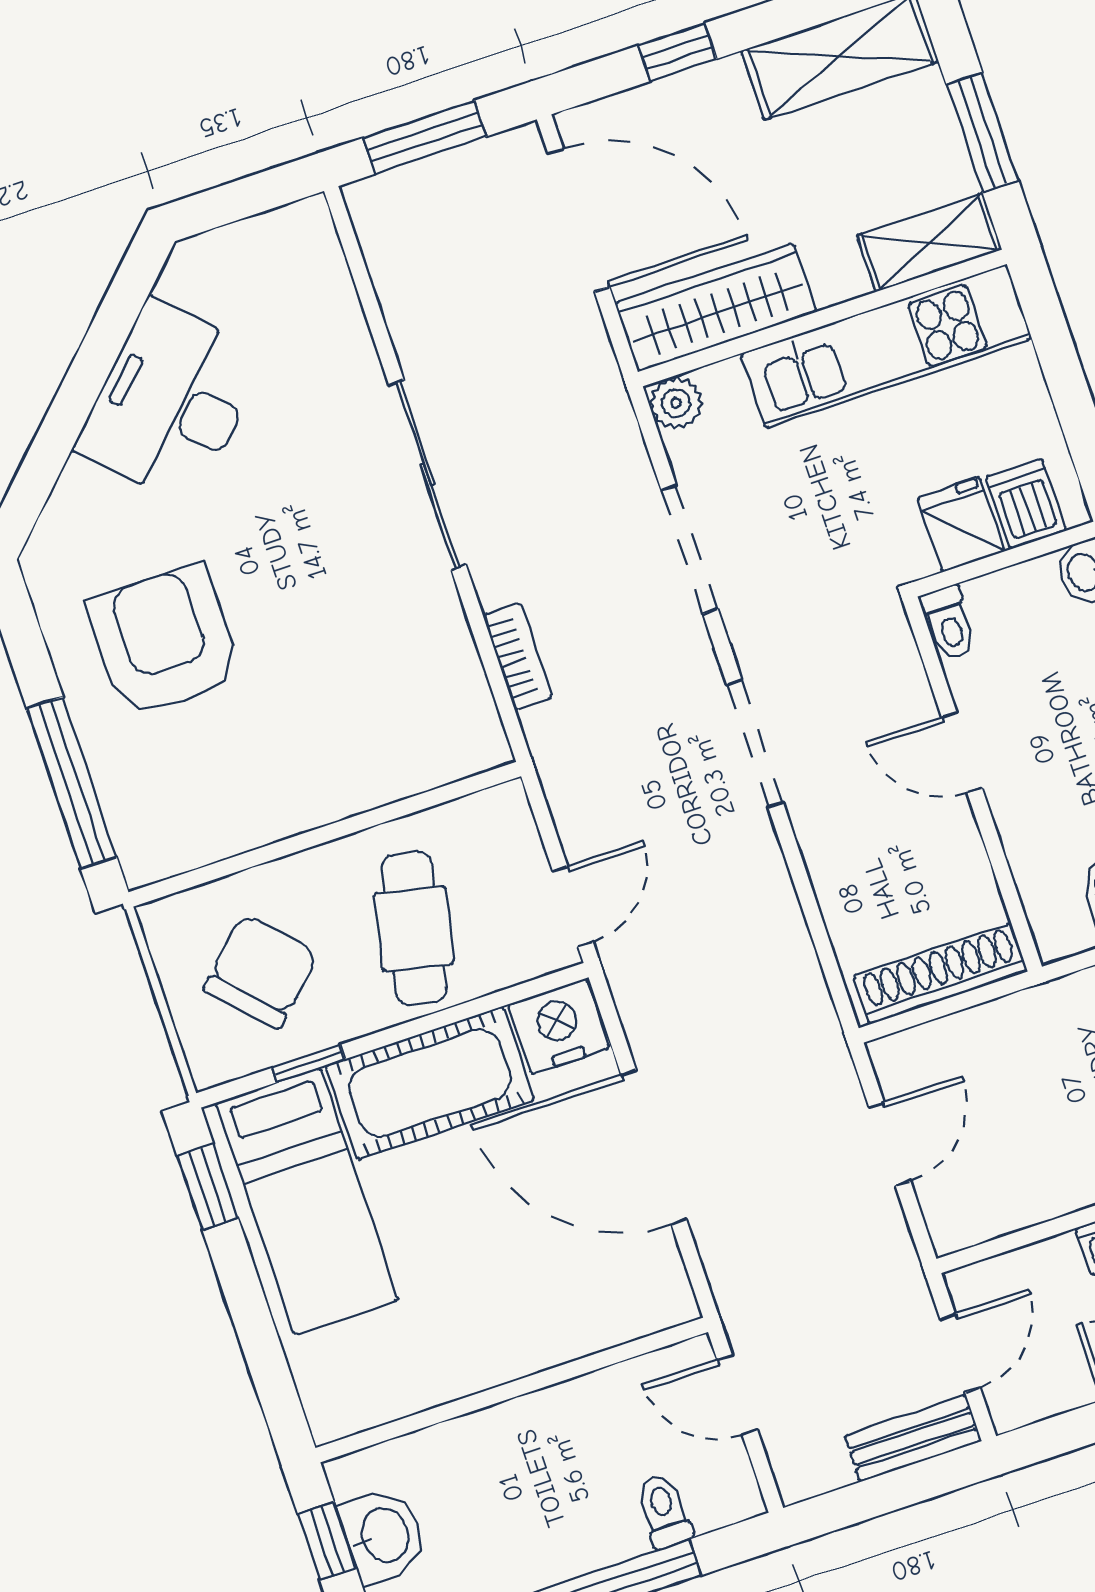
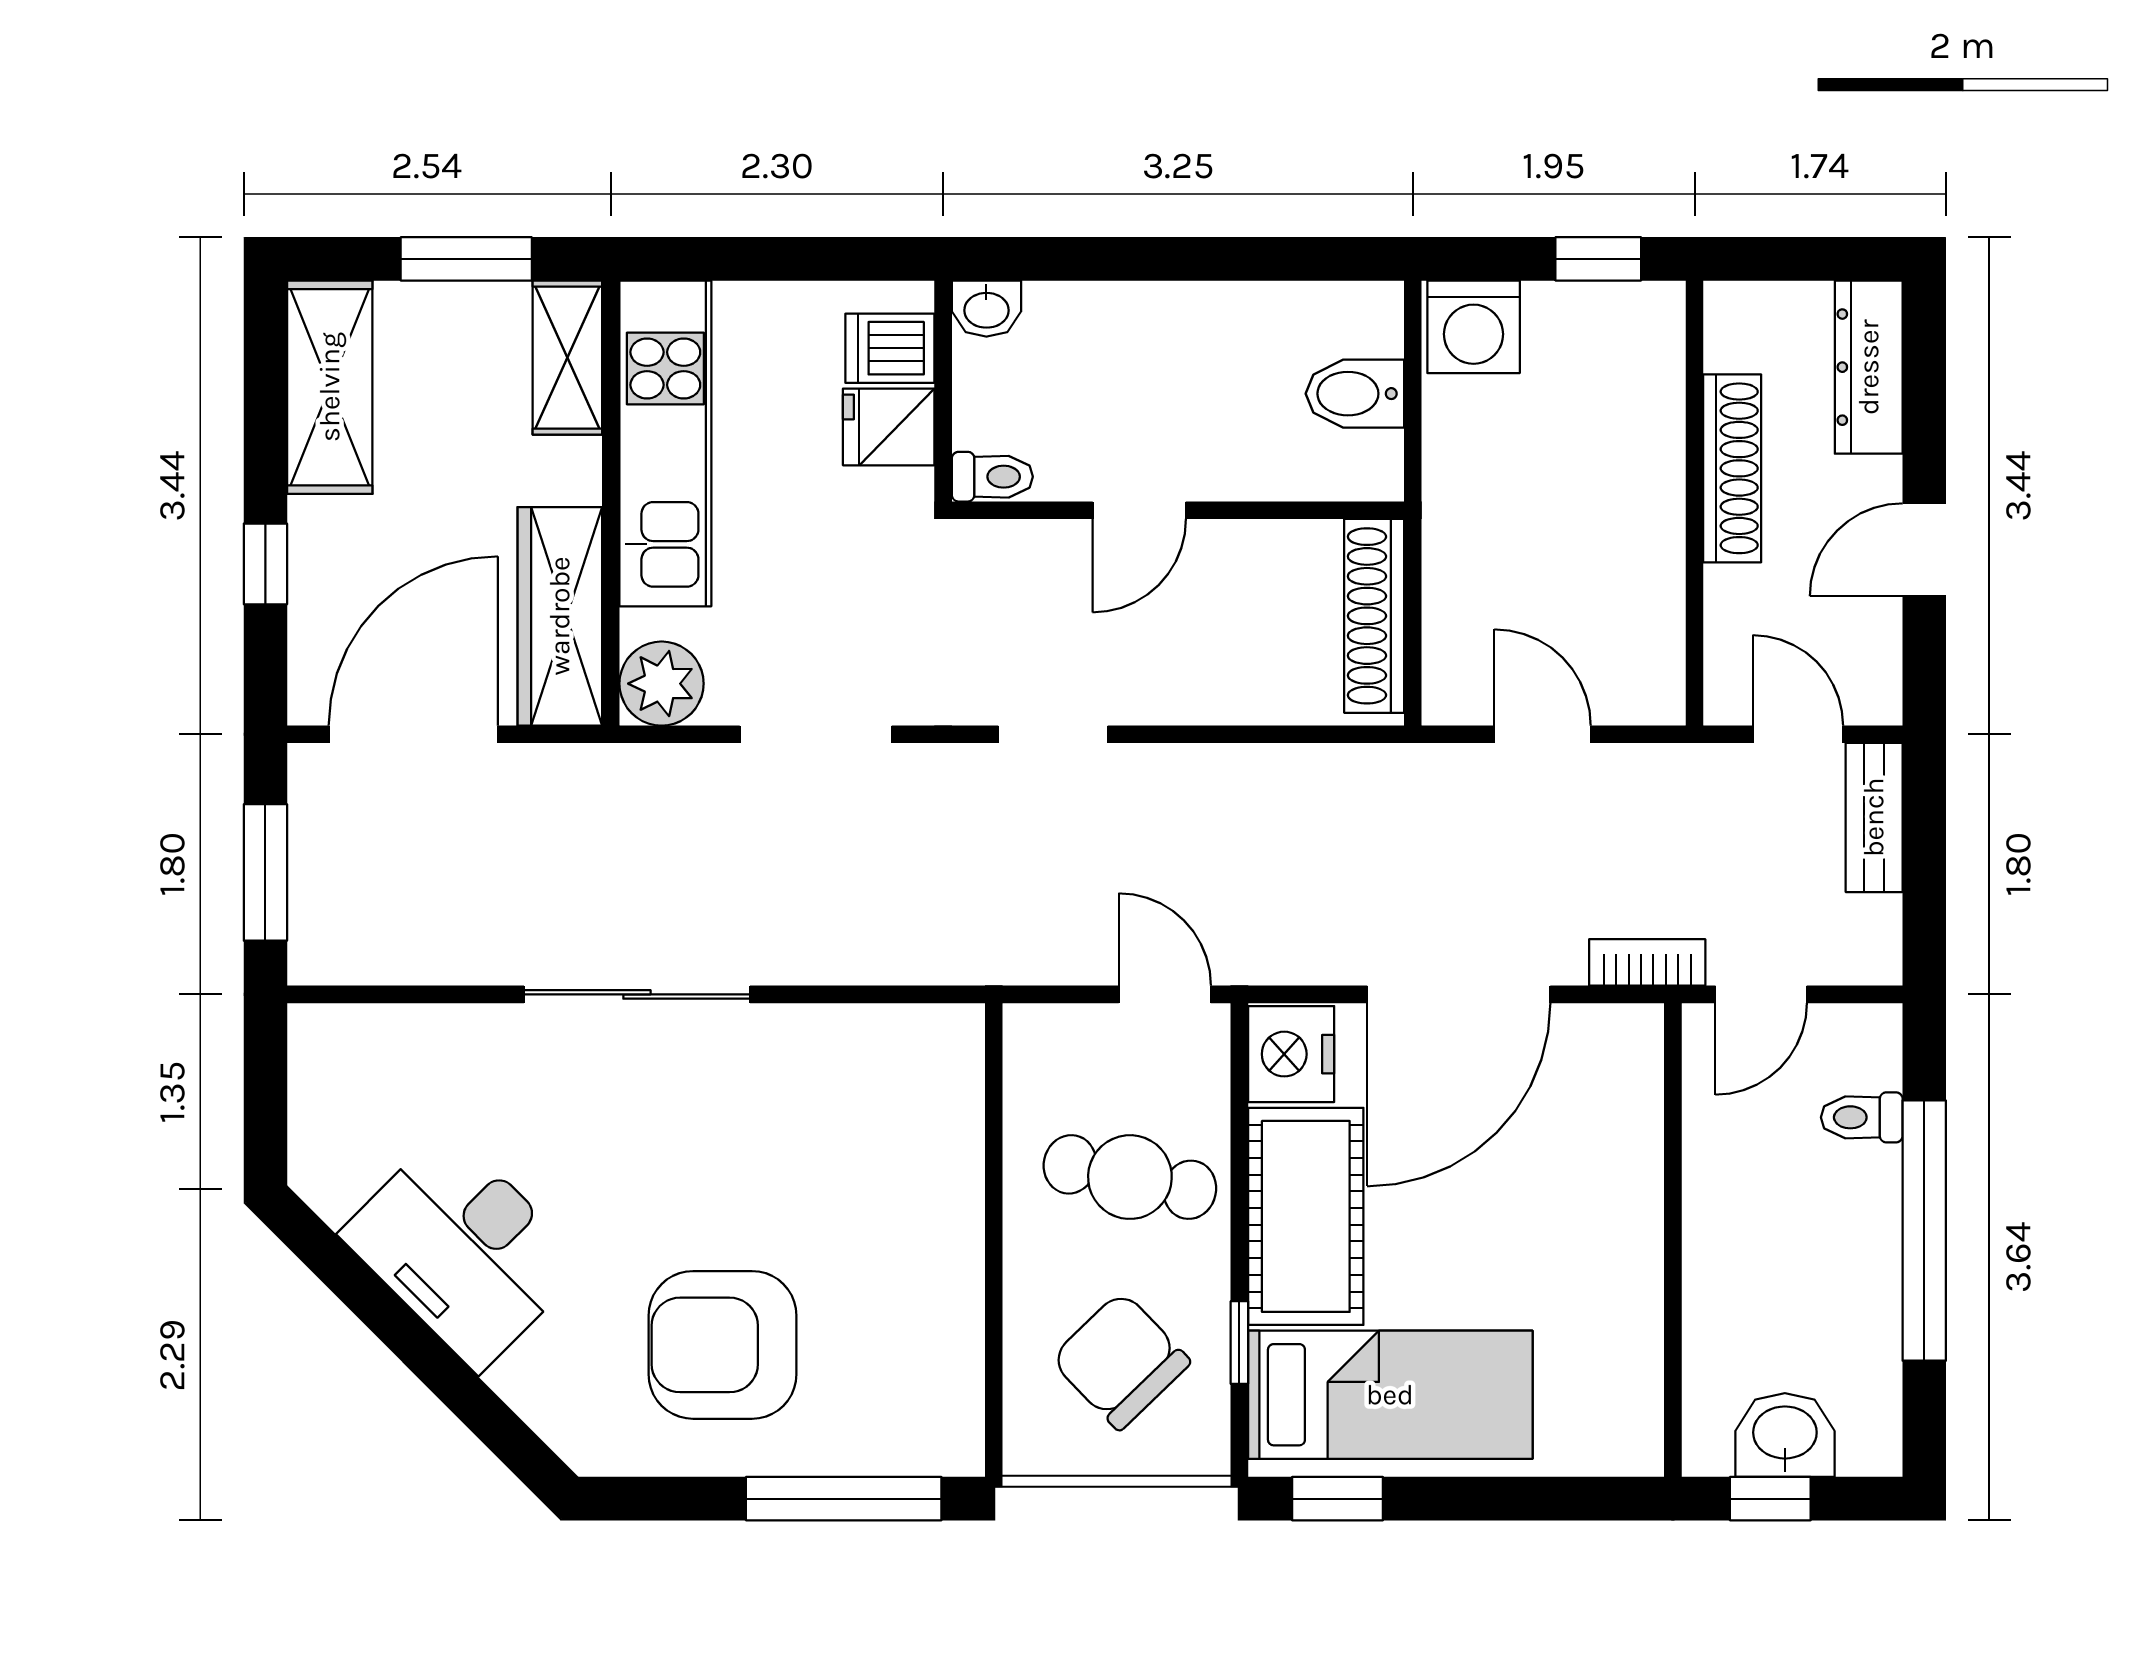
plant: (676, 403) -> (662, 684), width x1.38, depth x1.38
bookcase: (518, 656) -> (1647, 962), moved
doorway: (755, 744) -> (1053, 734), width x0.73

